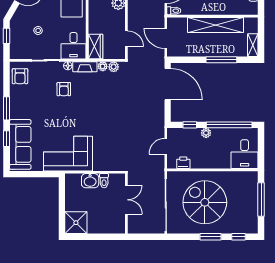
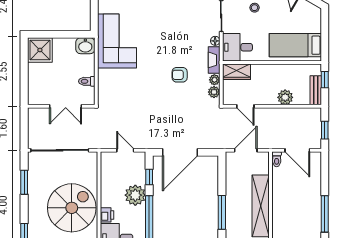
door: (126, 39) -> (245, 106), hinge flipped
door: (168, 84) -> (180, 152), moved
armchair: (64, 89) -> (180, 75), moved
plant: (206, 133) -> (135, 195), width x1.87, depth x1.87
printer: (183, 163) -> (107, 215), moved
washbasin: (90, 181) -> (85, 46), moved, turned -90
spiral stairs: (205, 202) -> (72, 208), moved
window: (211, 237) -> (24, 182), moved

